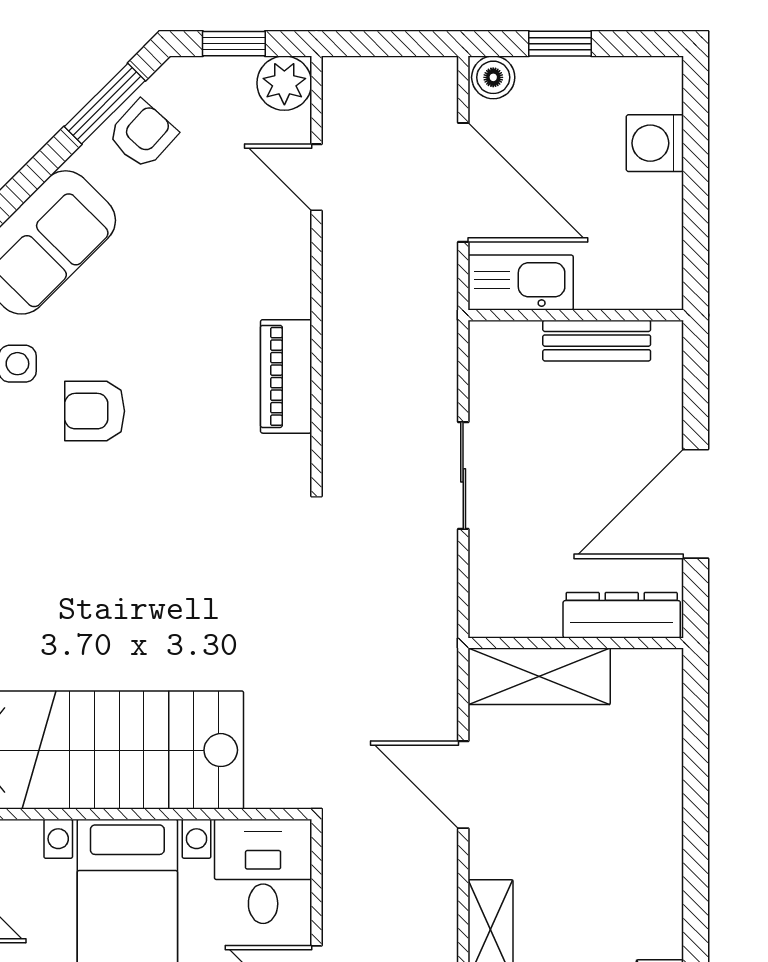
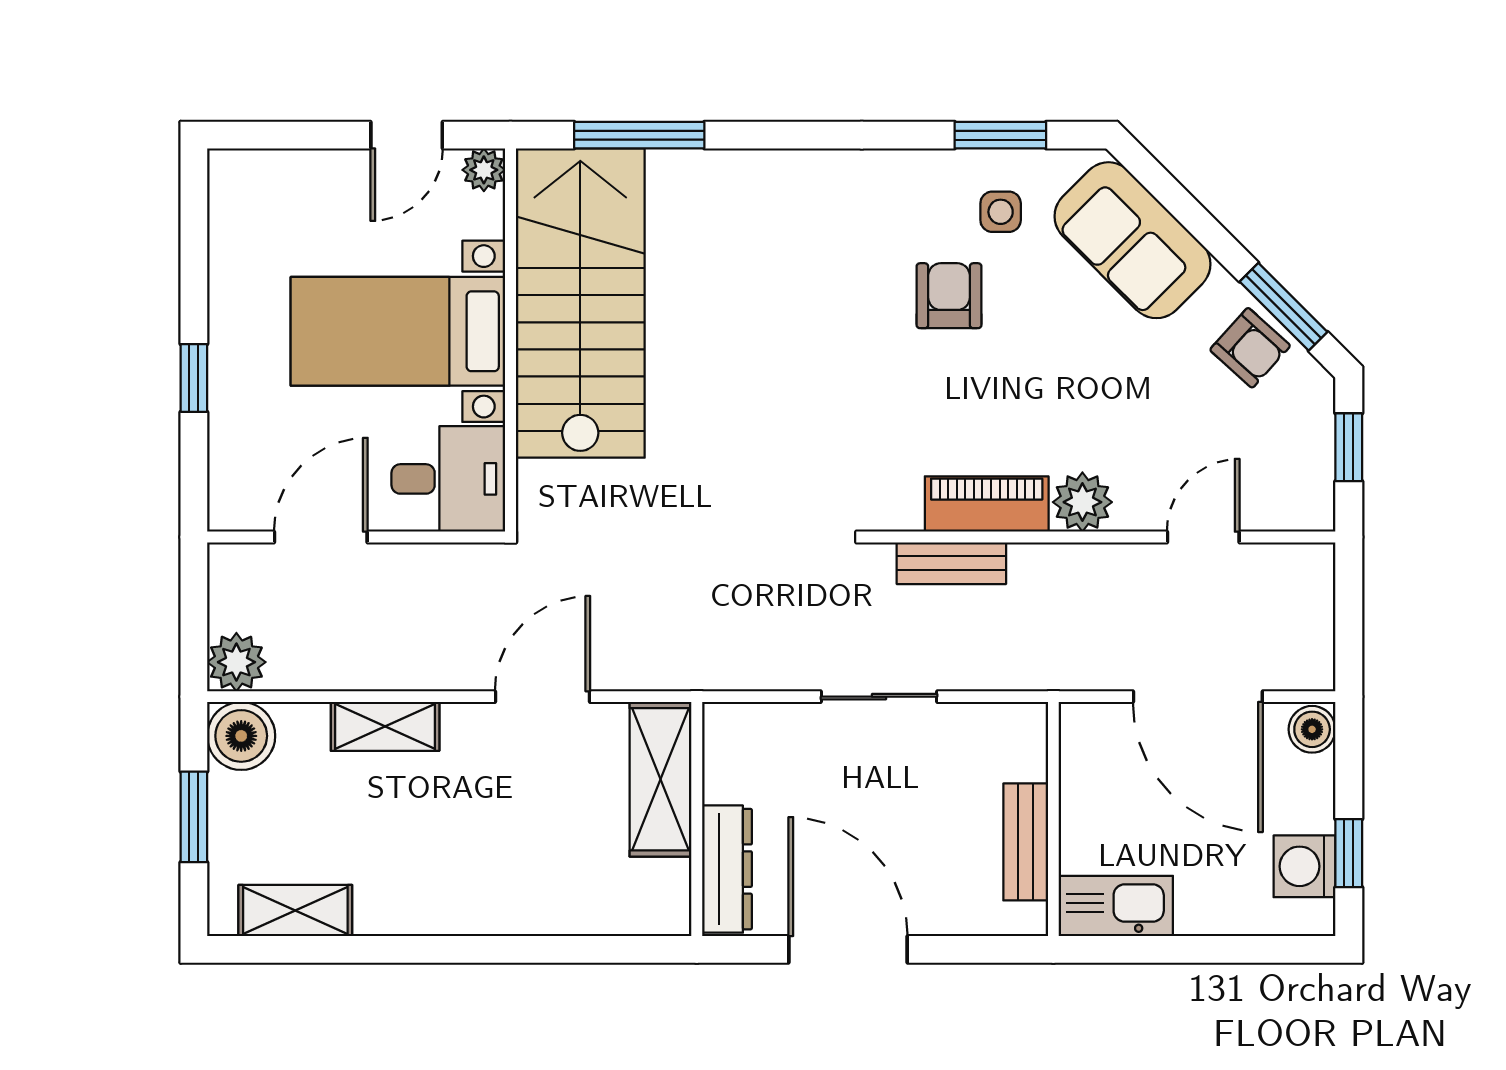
window: (560, 44) -> (1349, 853), moved
plant: (284, 83) -> (1082, 502), moved
washing machine: (655, 143) -> (1304, 866), moved, turned -90
door: (463, 182) -> (1198, 697), hinge flipped
kitchen sink: (521, 283) -> (1116, 906), moved, turned -90
bench: (340, 409) -> (951, 563), added

